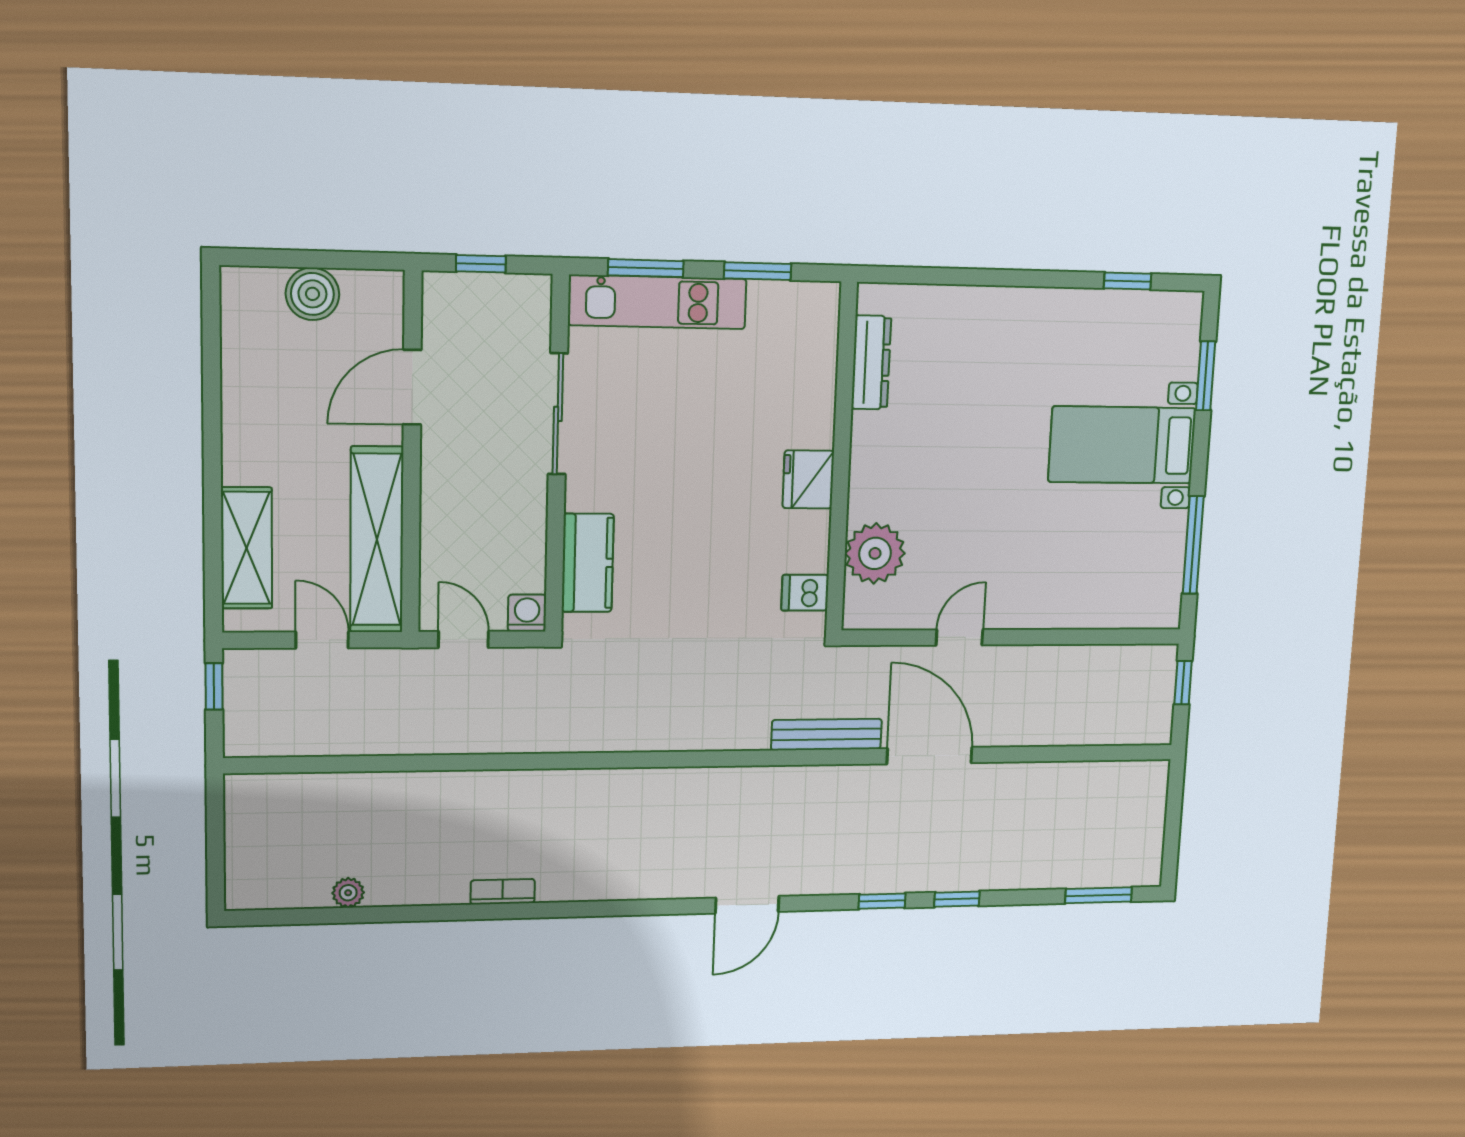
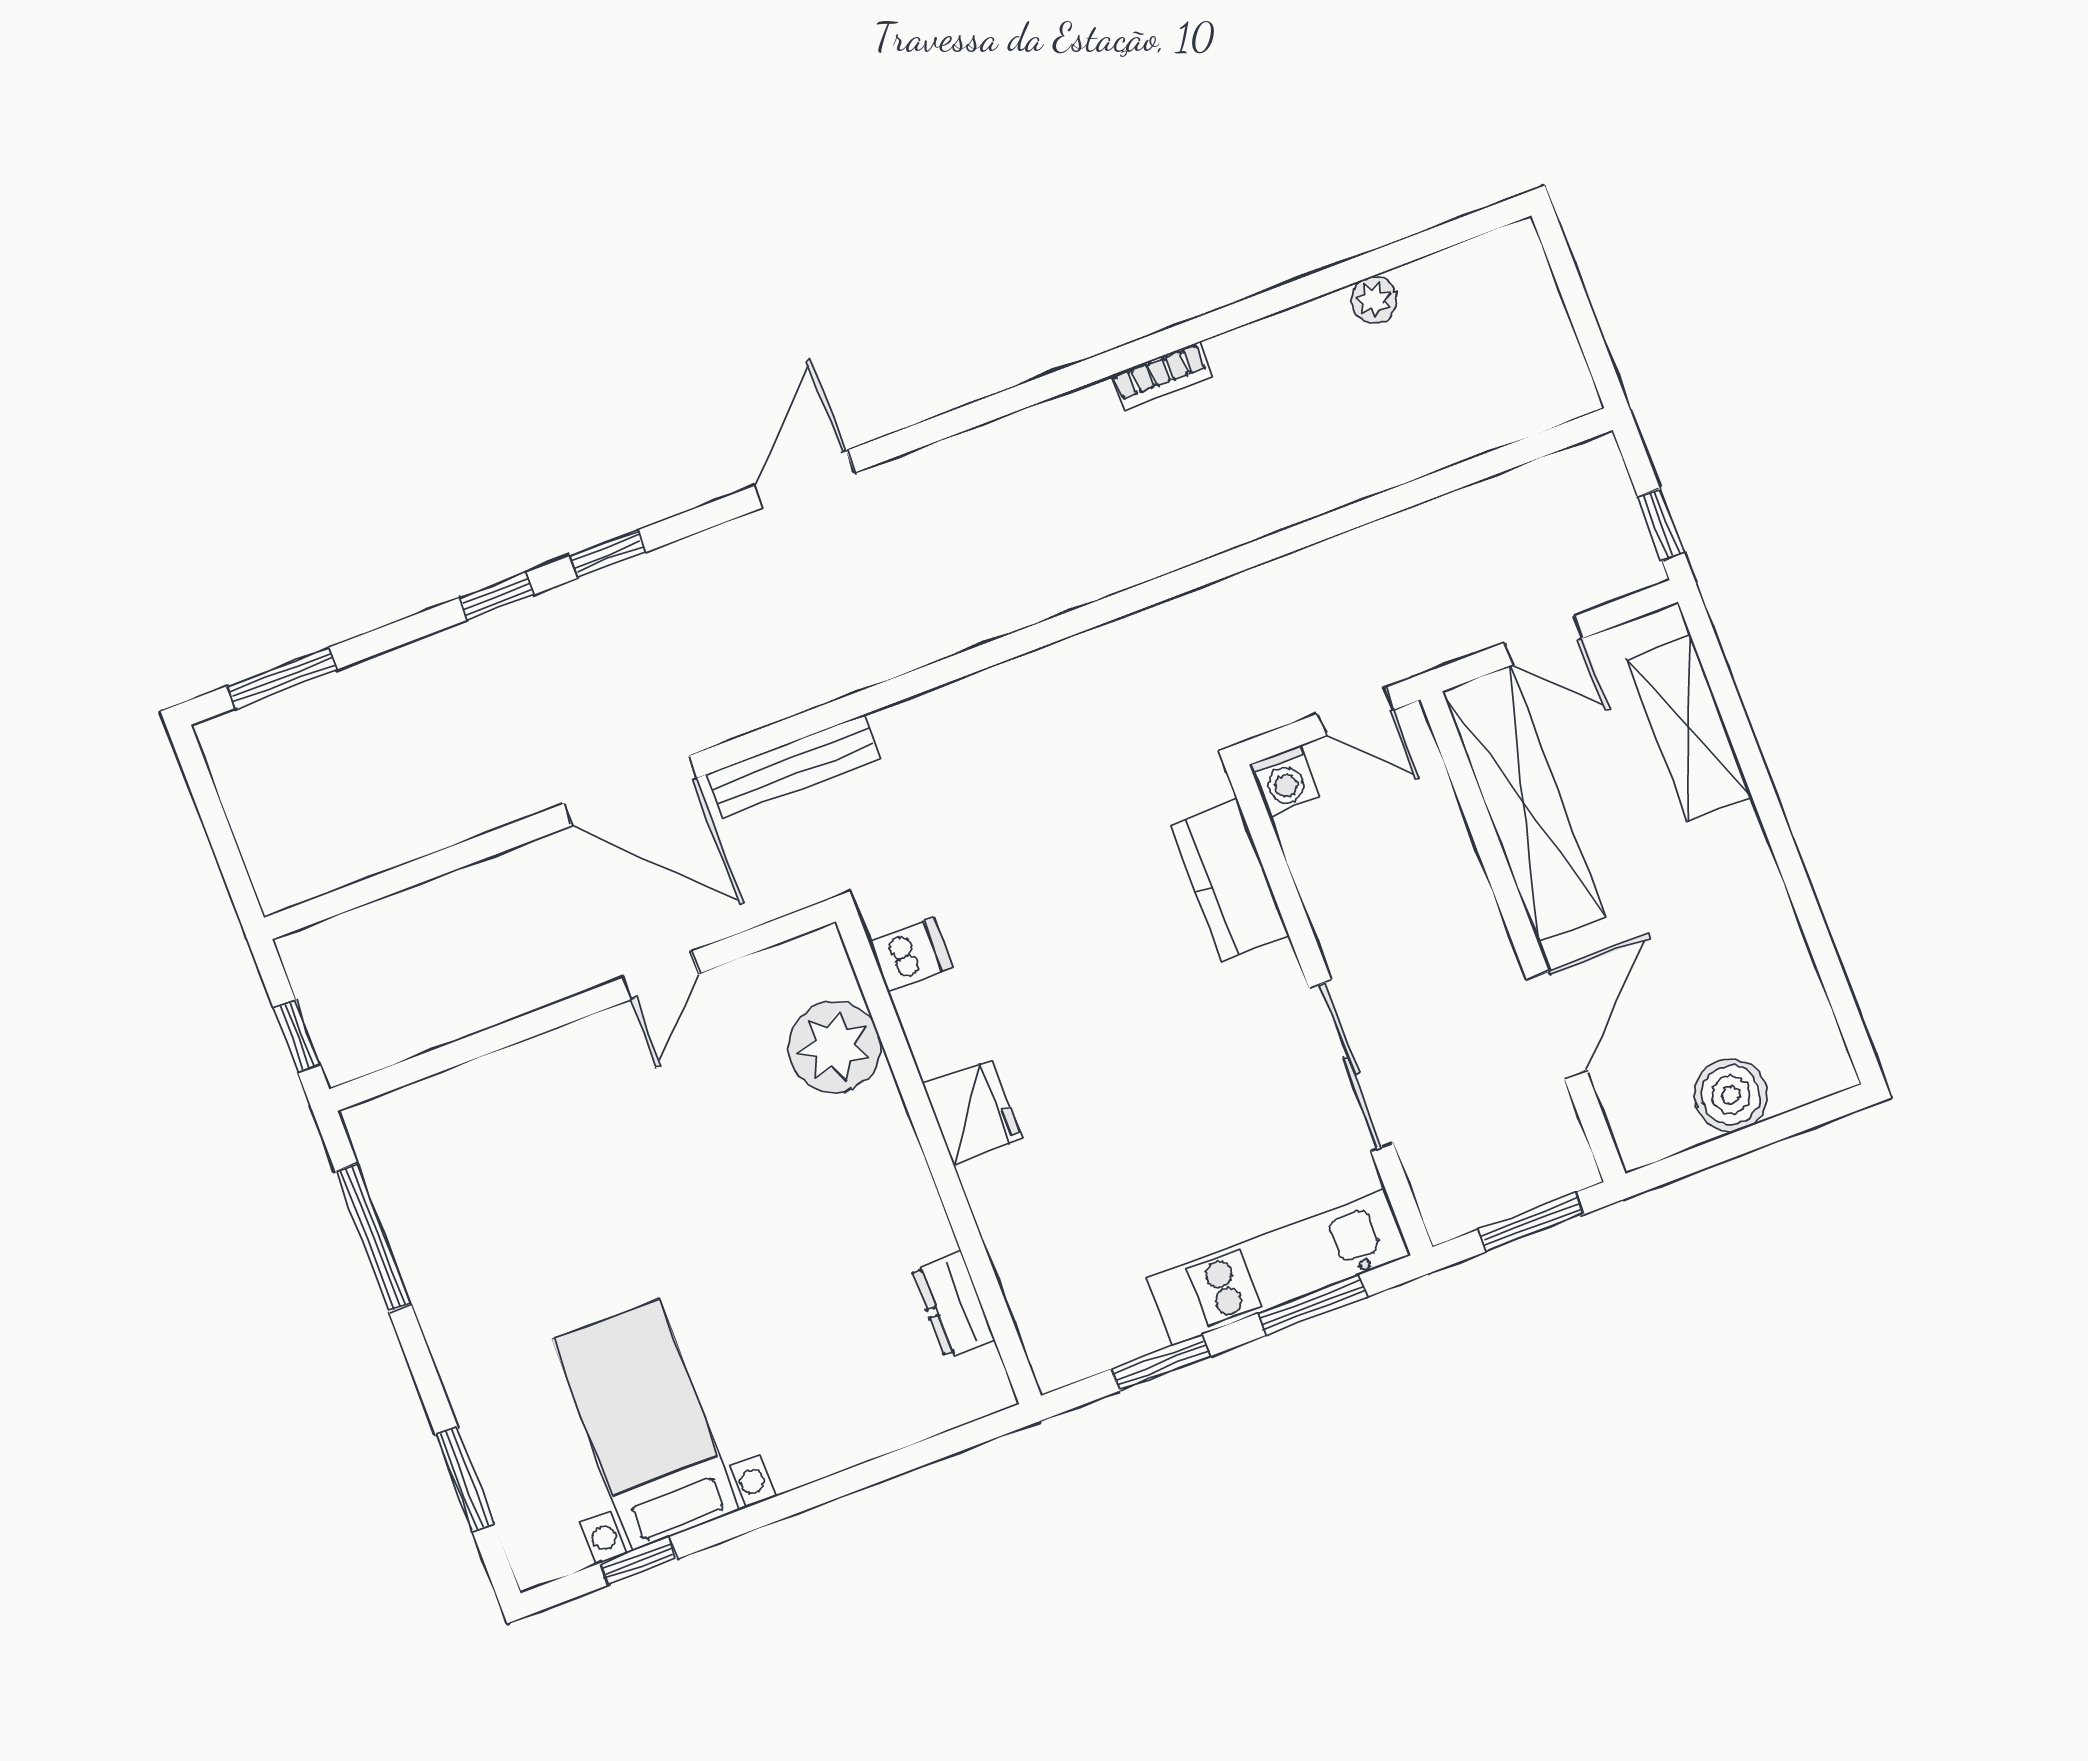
window: (481, 264) -> (1531, 1222), width x1.50
dresser: (871, 362) -> (953, 1305), width x0.70
bed with nightstands: (1122, 445) -> (646, 1425), moved, turned -90

